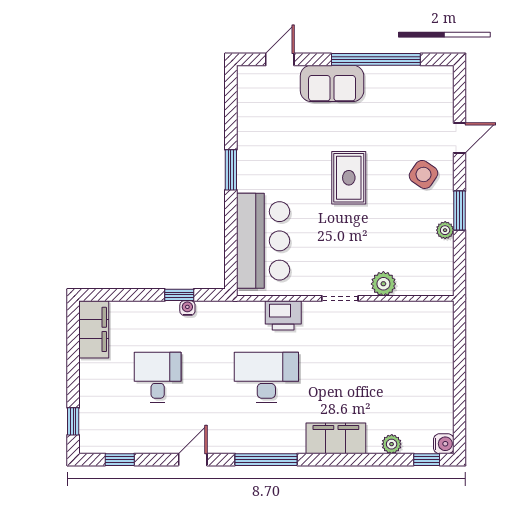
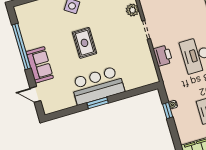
rug: (349, 178) -> (84, 43), turned 90
bar counter: (263, 241) -> (98, 85), moved

